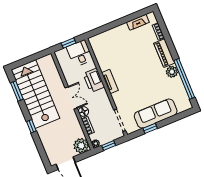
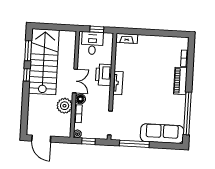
fireplace: (138, 22) -> (127, 38), moved
desk: (80, 53) -> (92, 43), moved
plant: (172, 72) -> (179, 101), removed
sofa: (156, 114) -> (162, 134), moved
window: (31, 126) -> (27, 75), moved
window: (150, 128) -> (134, 144), width x2.17
plant: (81, 146) -> (65, 106), moved

